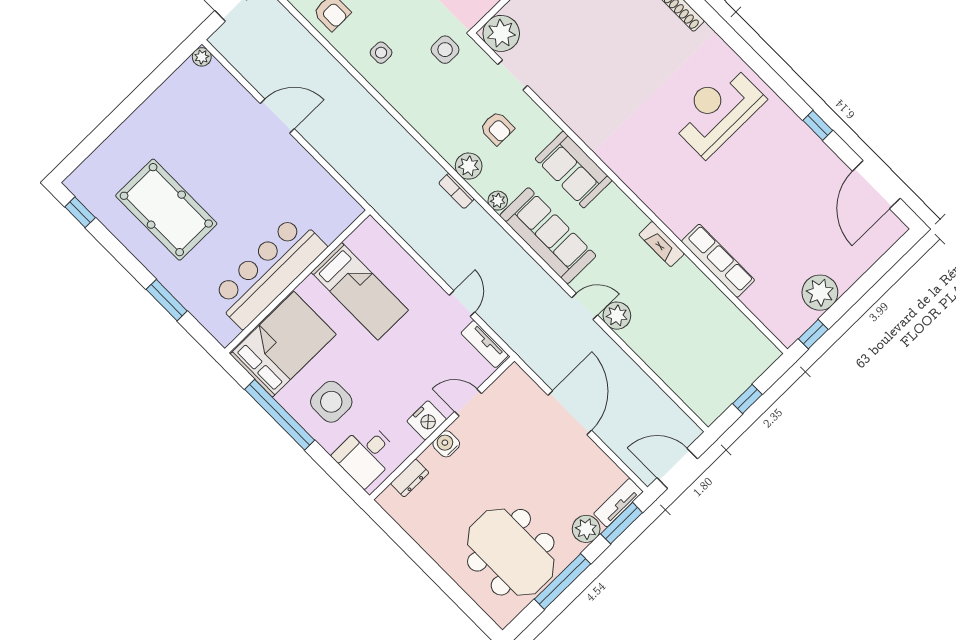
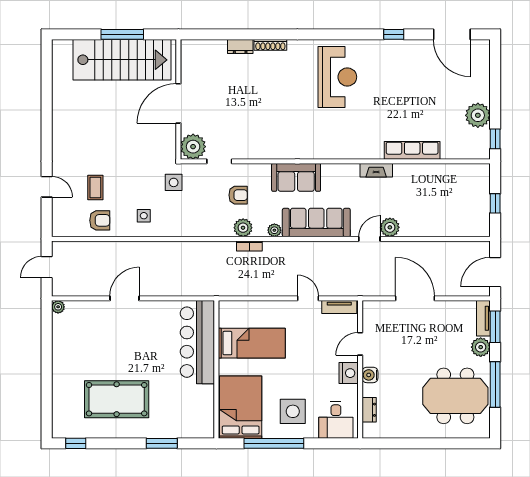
reception desk: (718, 111) -> (337, 77), turned 180
bar counter: (269, 272) -> (197, 342), moved

